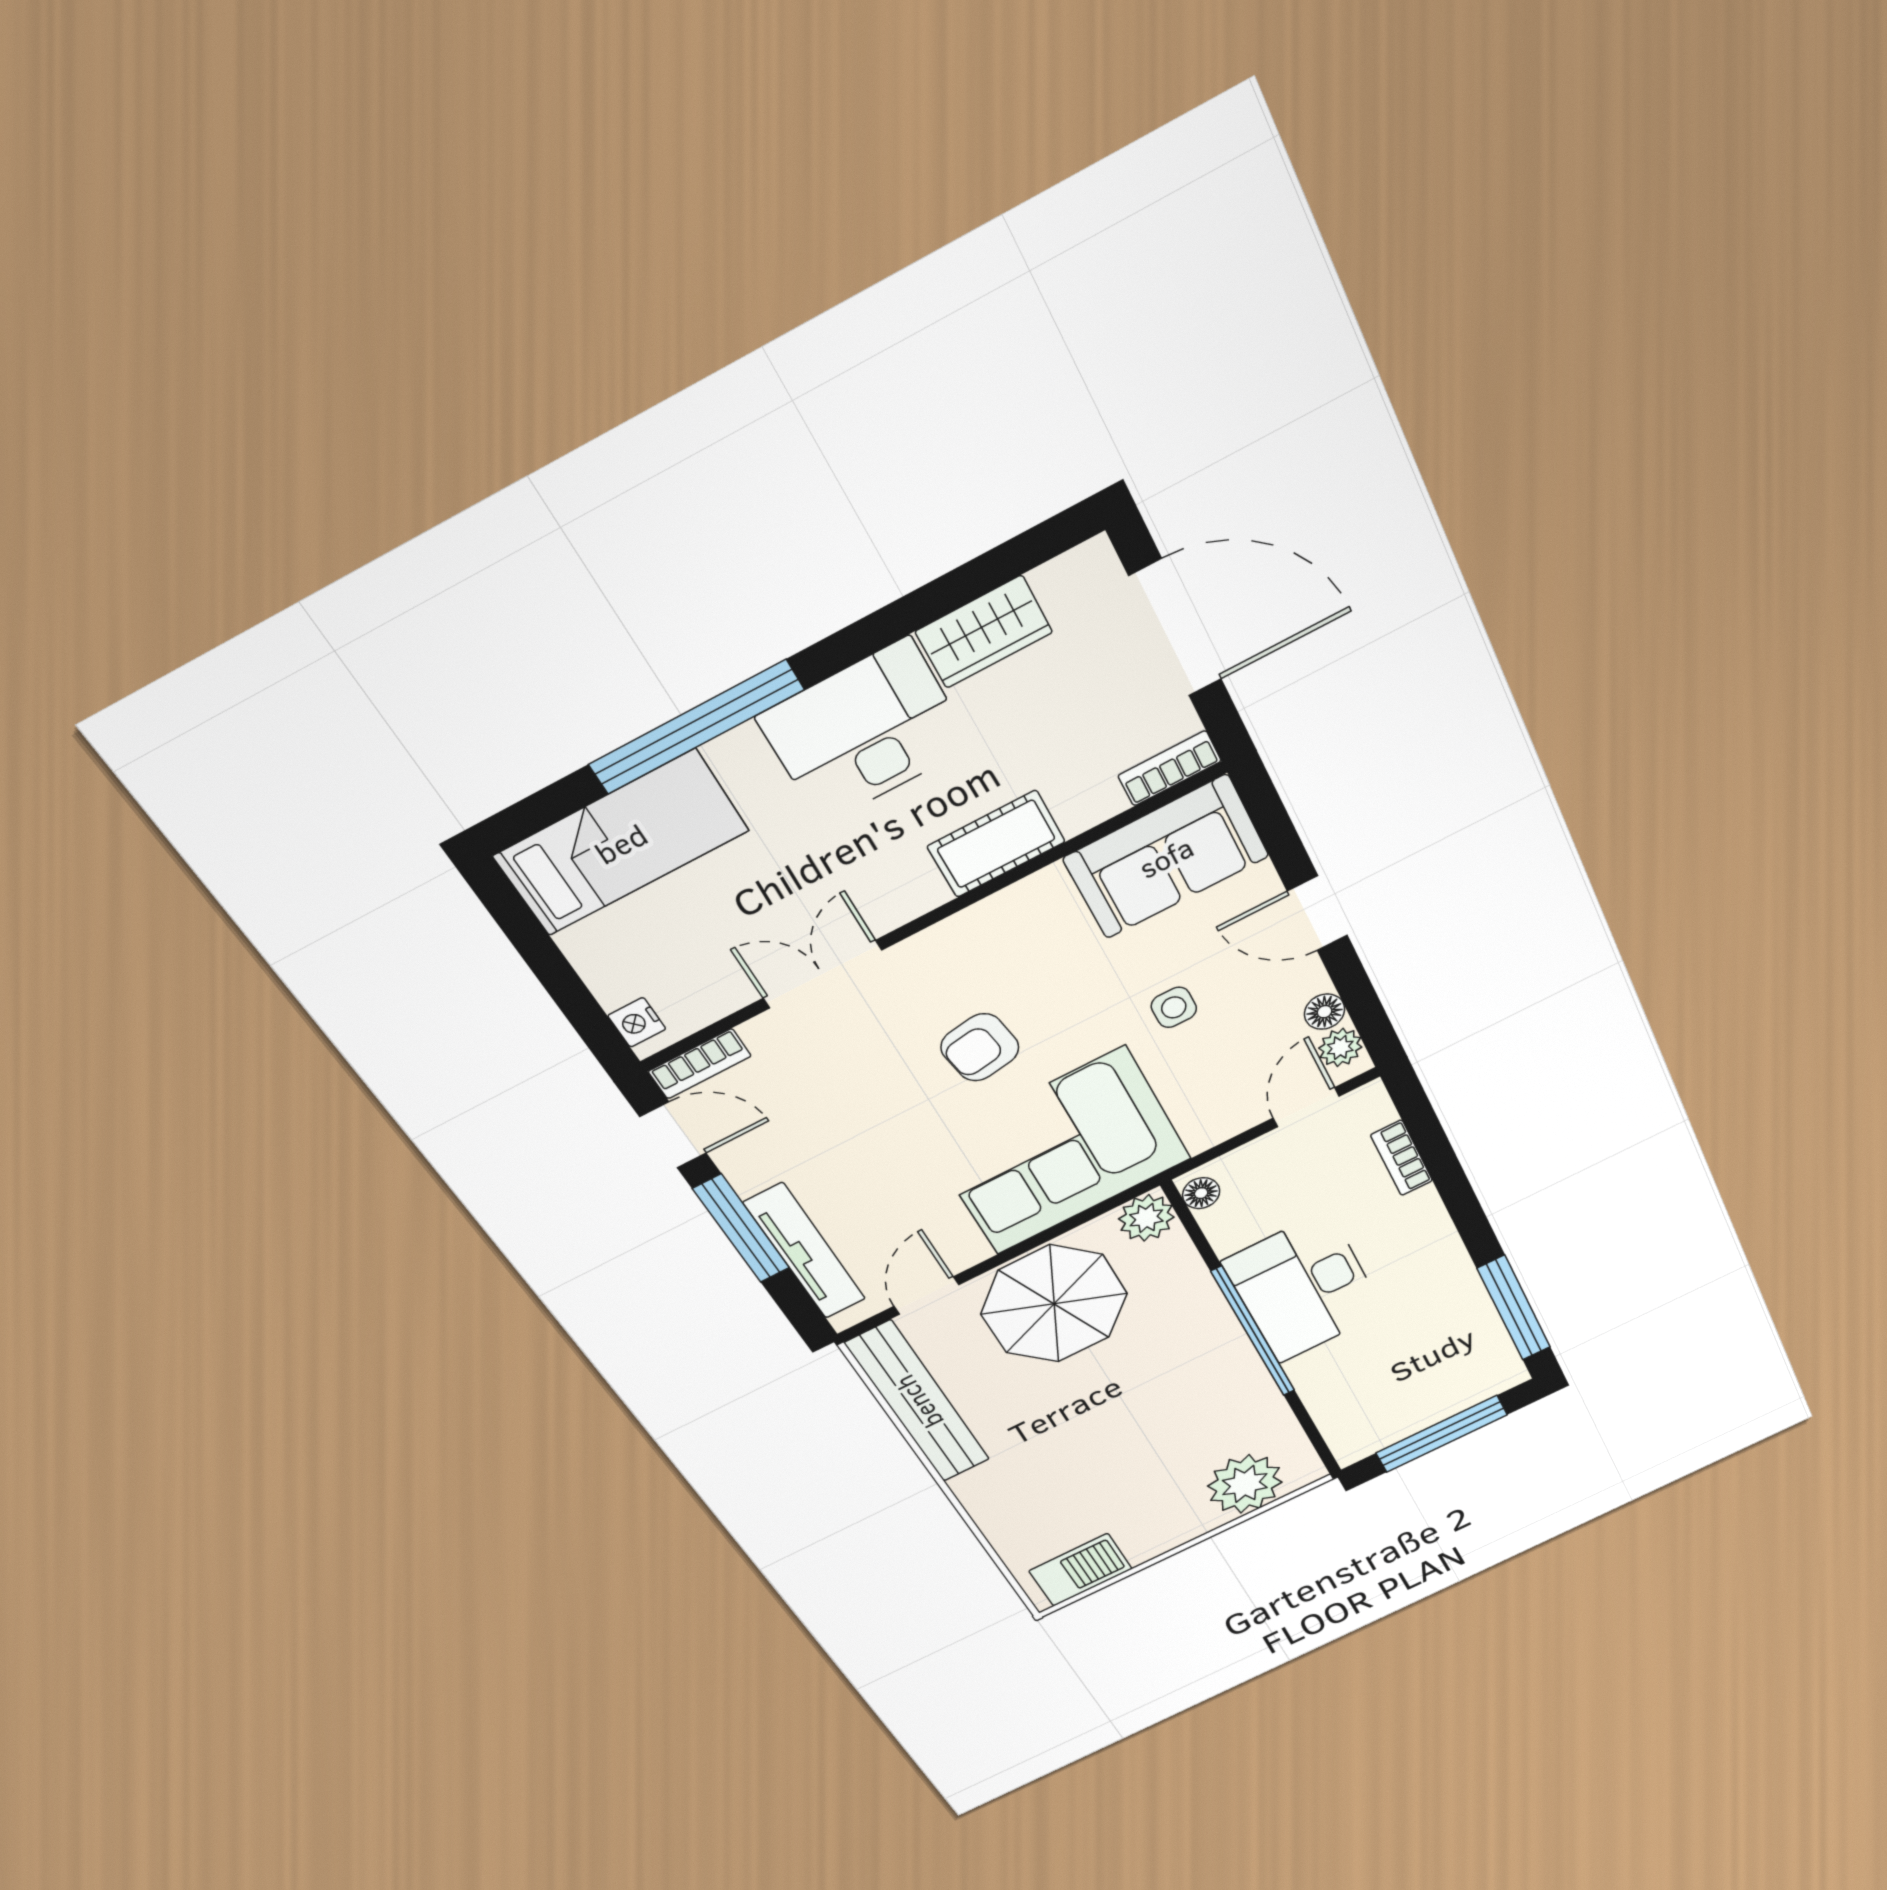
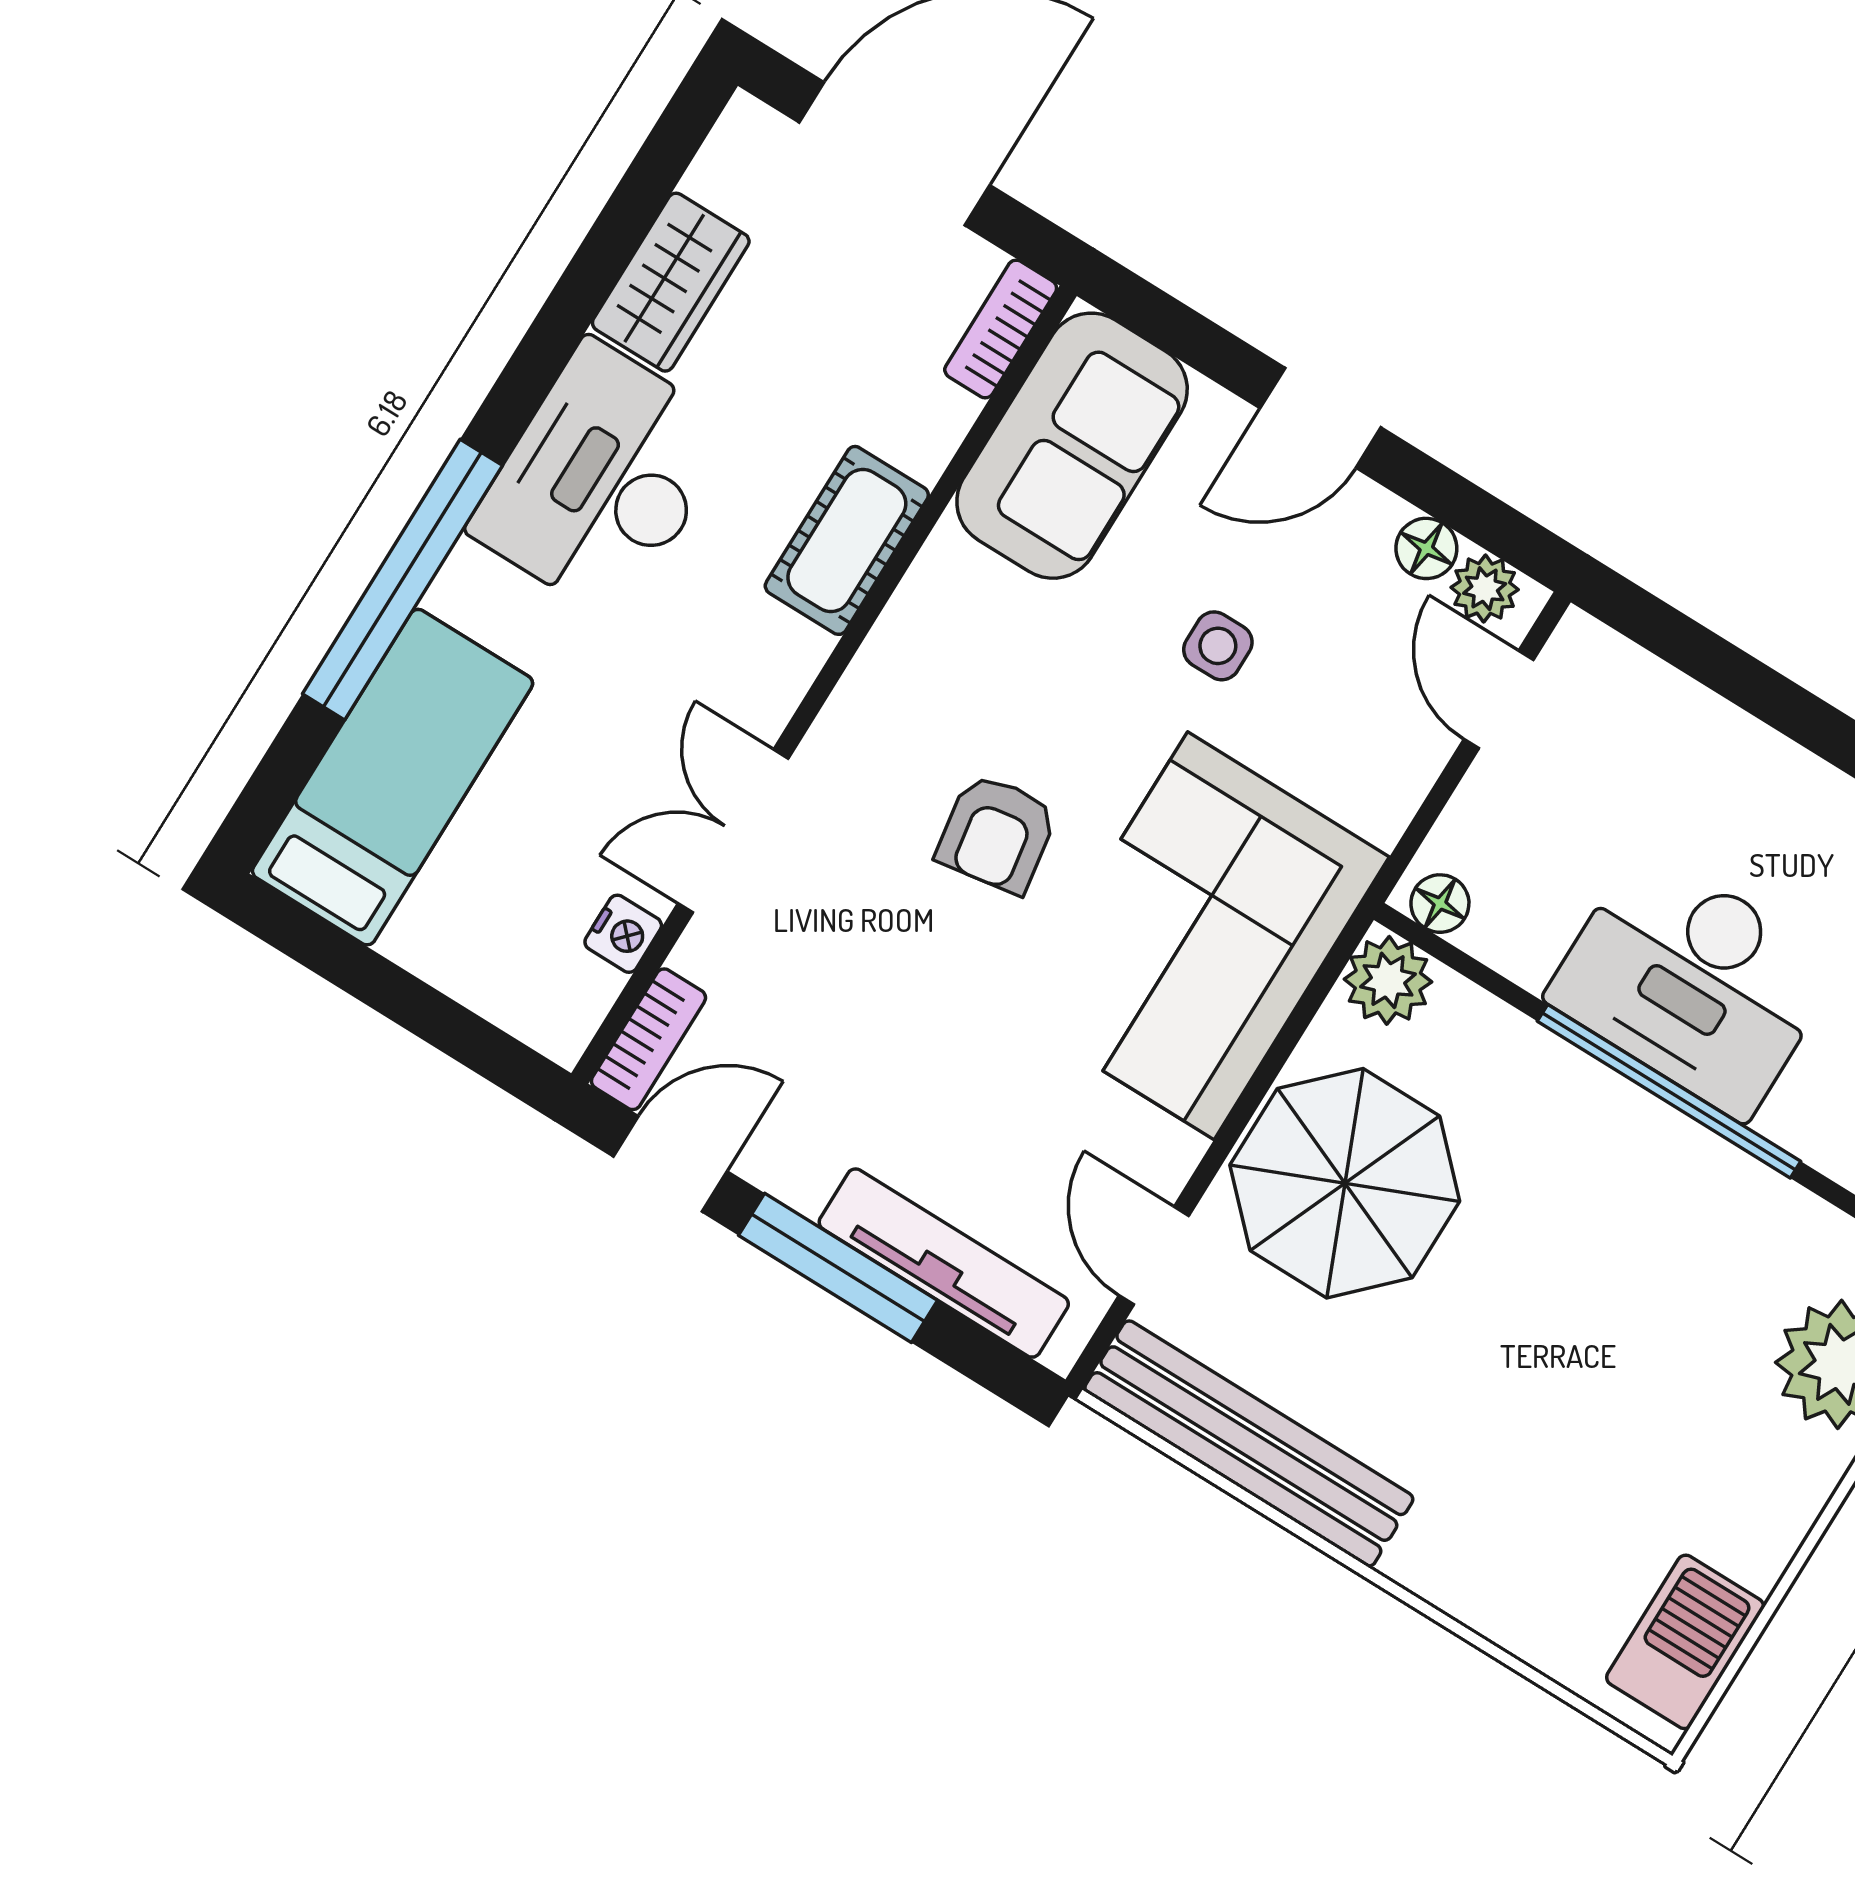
nightstand: (637, 1022) -> (623, 934), moved, turned -90
bookcase: (1402, 1158) -> (1691, 708), removed

